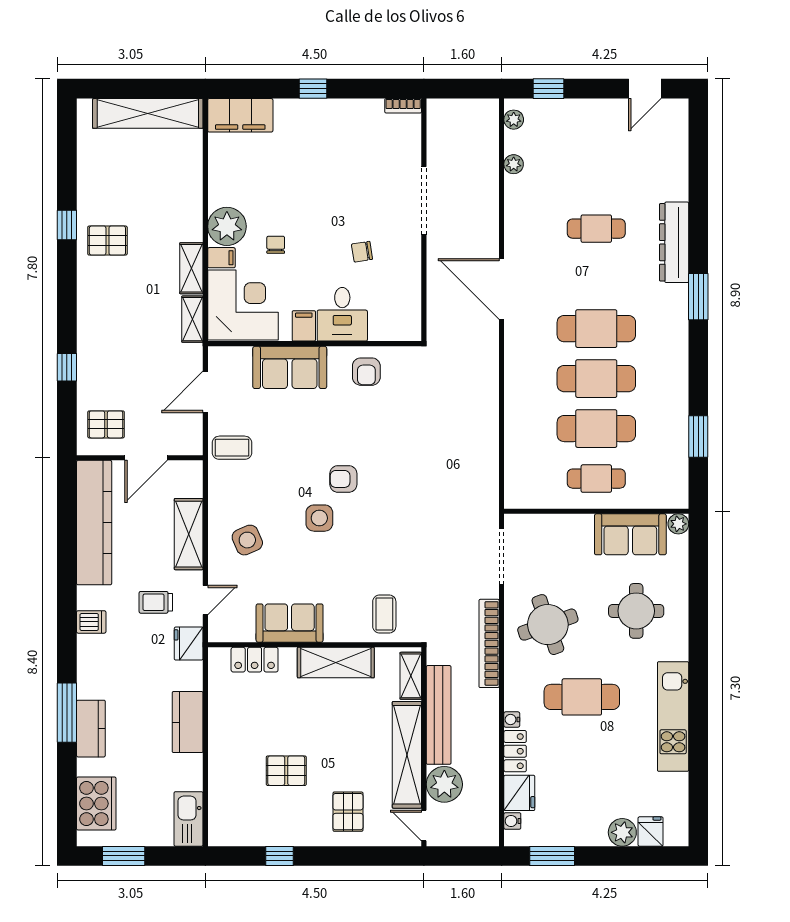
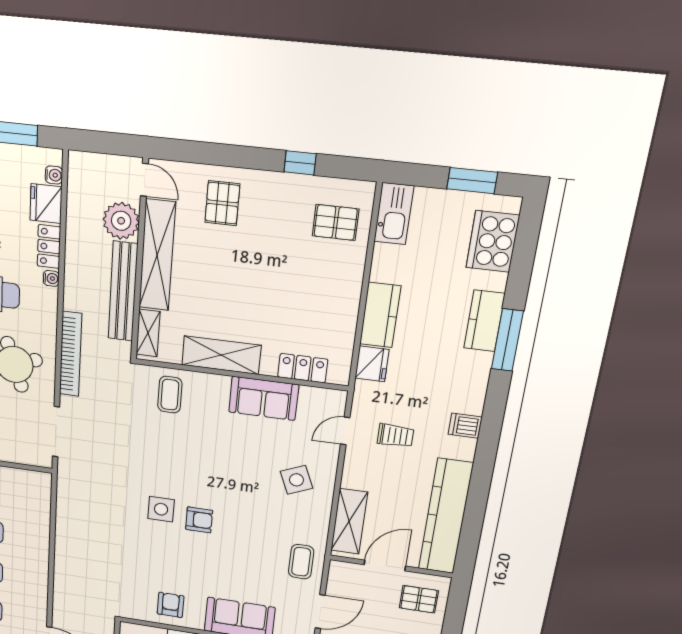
coffee table: (232, 448) -> (301, 562), turned 90
side table: (319, 518) -> (161, 509), moved
shelving: (189, 534) -> (349, 521), moved
fridge: (189, 644) -> (372, 364), moved
pallet: (286, 771) -> (336, 222), moved

